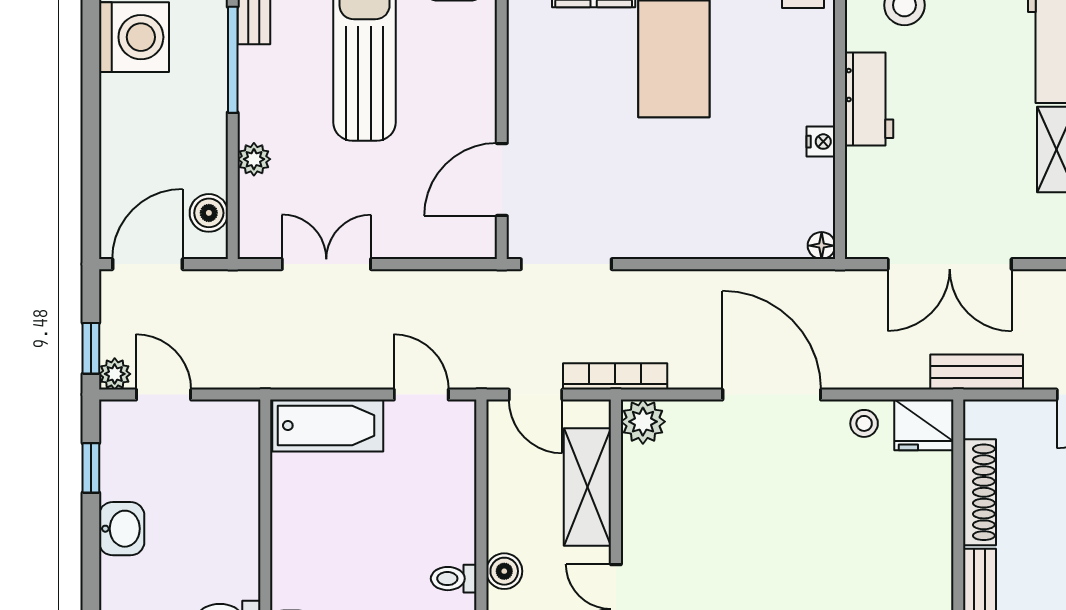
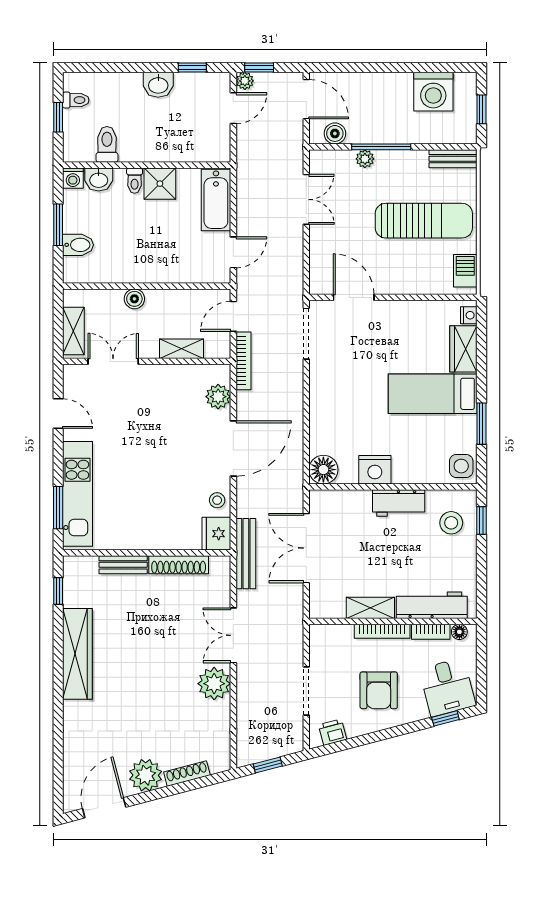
window: (233, 60) -> (381, 147), moved
nightstand: (821, 142) -> (375, 470), width x1.89, depth x1.79
floor lamp: (822, 246) -> (323, 470), width x1.89, depth x1.89
bench: (977, 372) -> (246, 554), width x1.36
plant: (643, 422) -> (218, 397), moved
shelving: (587, 487) -> (182, 349), width x0.67, depth x0.75
shower: (298, 526) -> (160, 184), added
toilet: (454, 579) -> (135, 181), moved, turned 180

